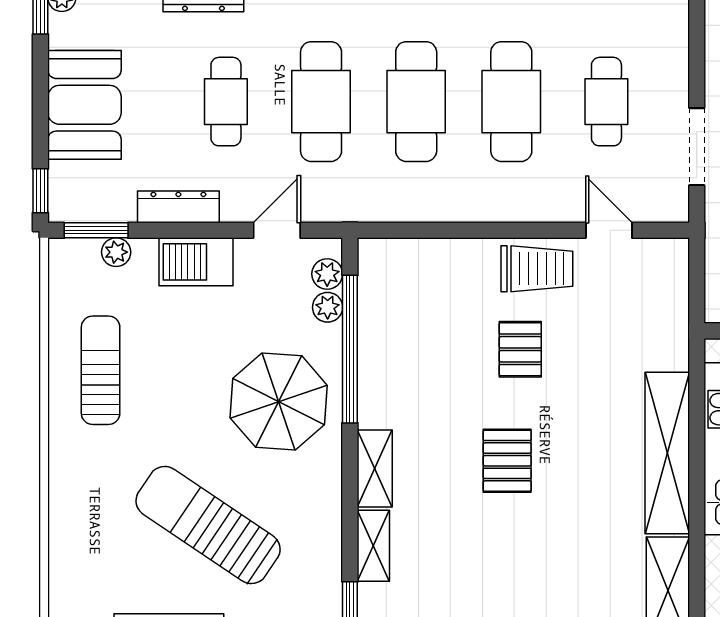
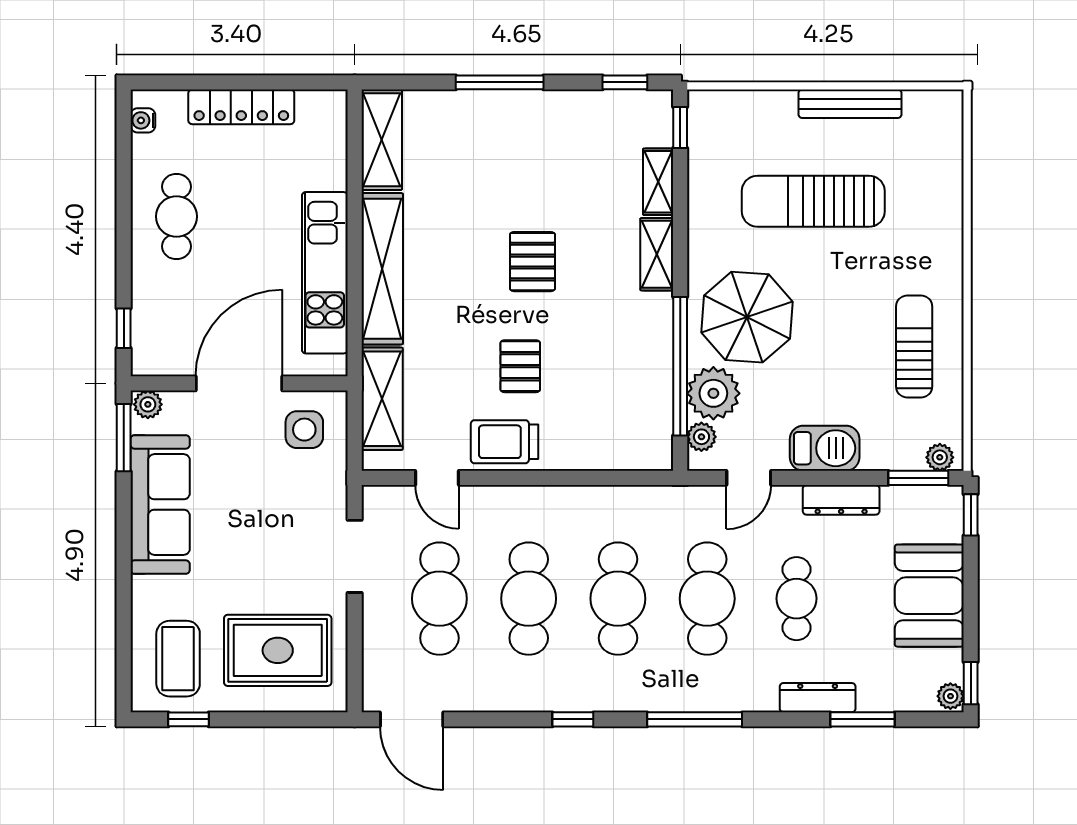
cafe table: (606, 102) -> (439, 599), width x1.37, depth x1.35
plant: (116, 252) -> (940, 457), moved
plant: (328, 307) -> (713, 393), width x1.88, depth x1.88
shelving: (667, 315) -> (382, 399), added
sun lounger: (101, 370) -> (914, 346), turned 180
sun lounger: (208, 525) -> (813, 201), turned 146

